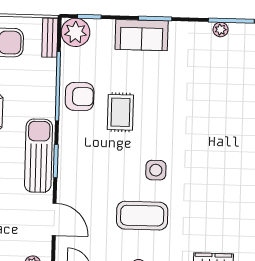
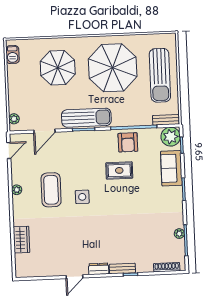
sofa: (142, 35) -> (171, 168), moved

